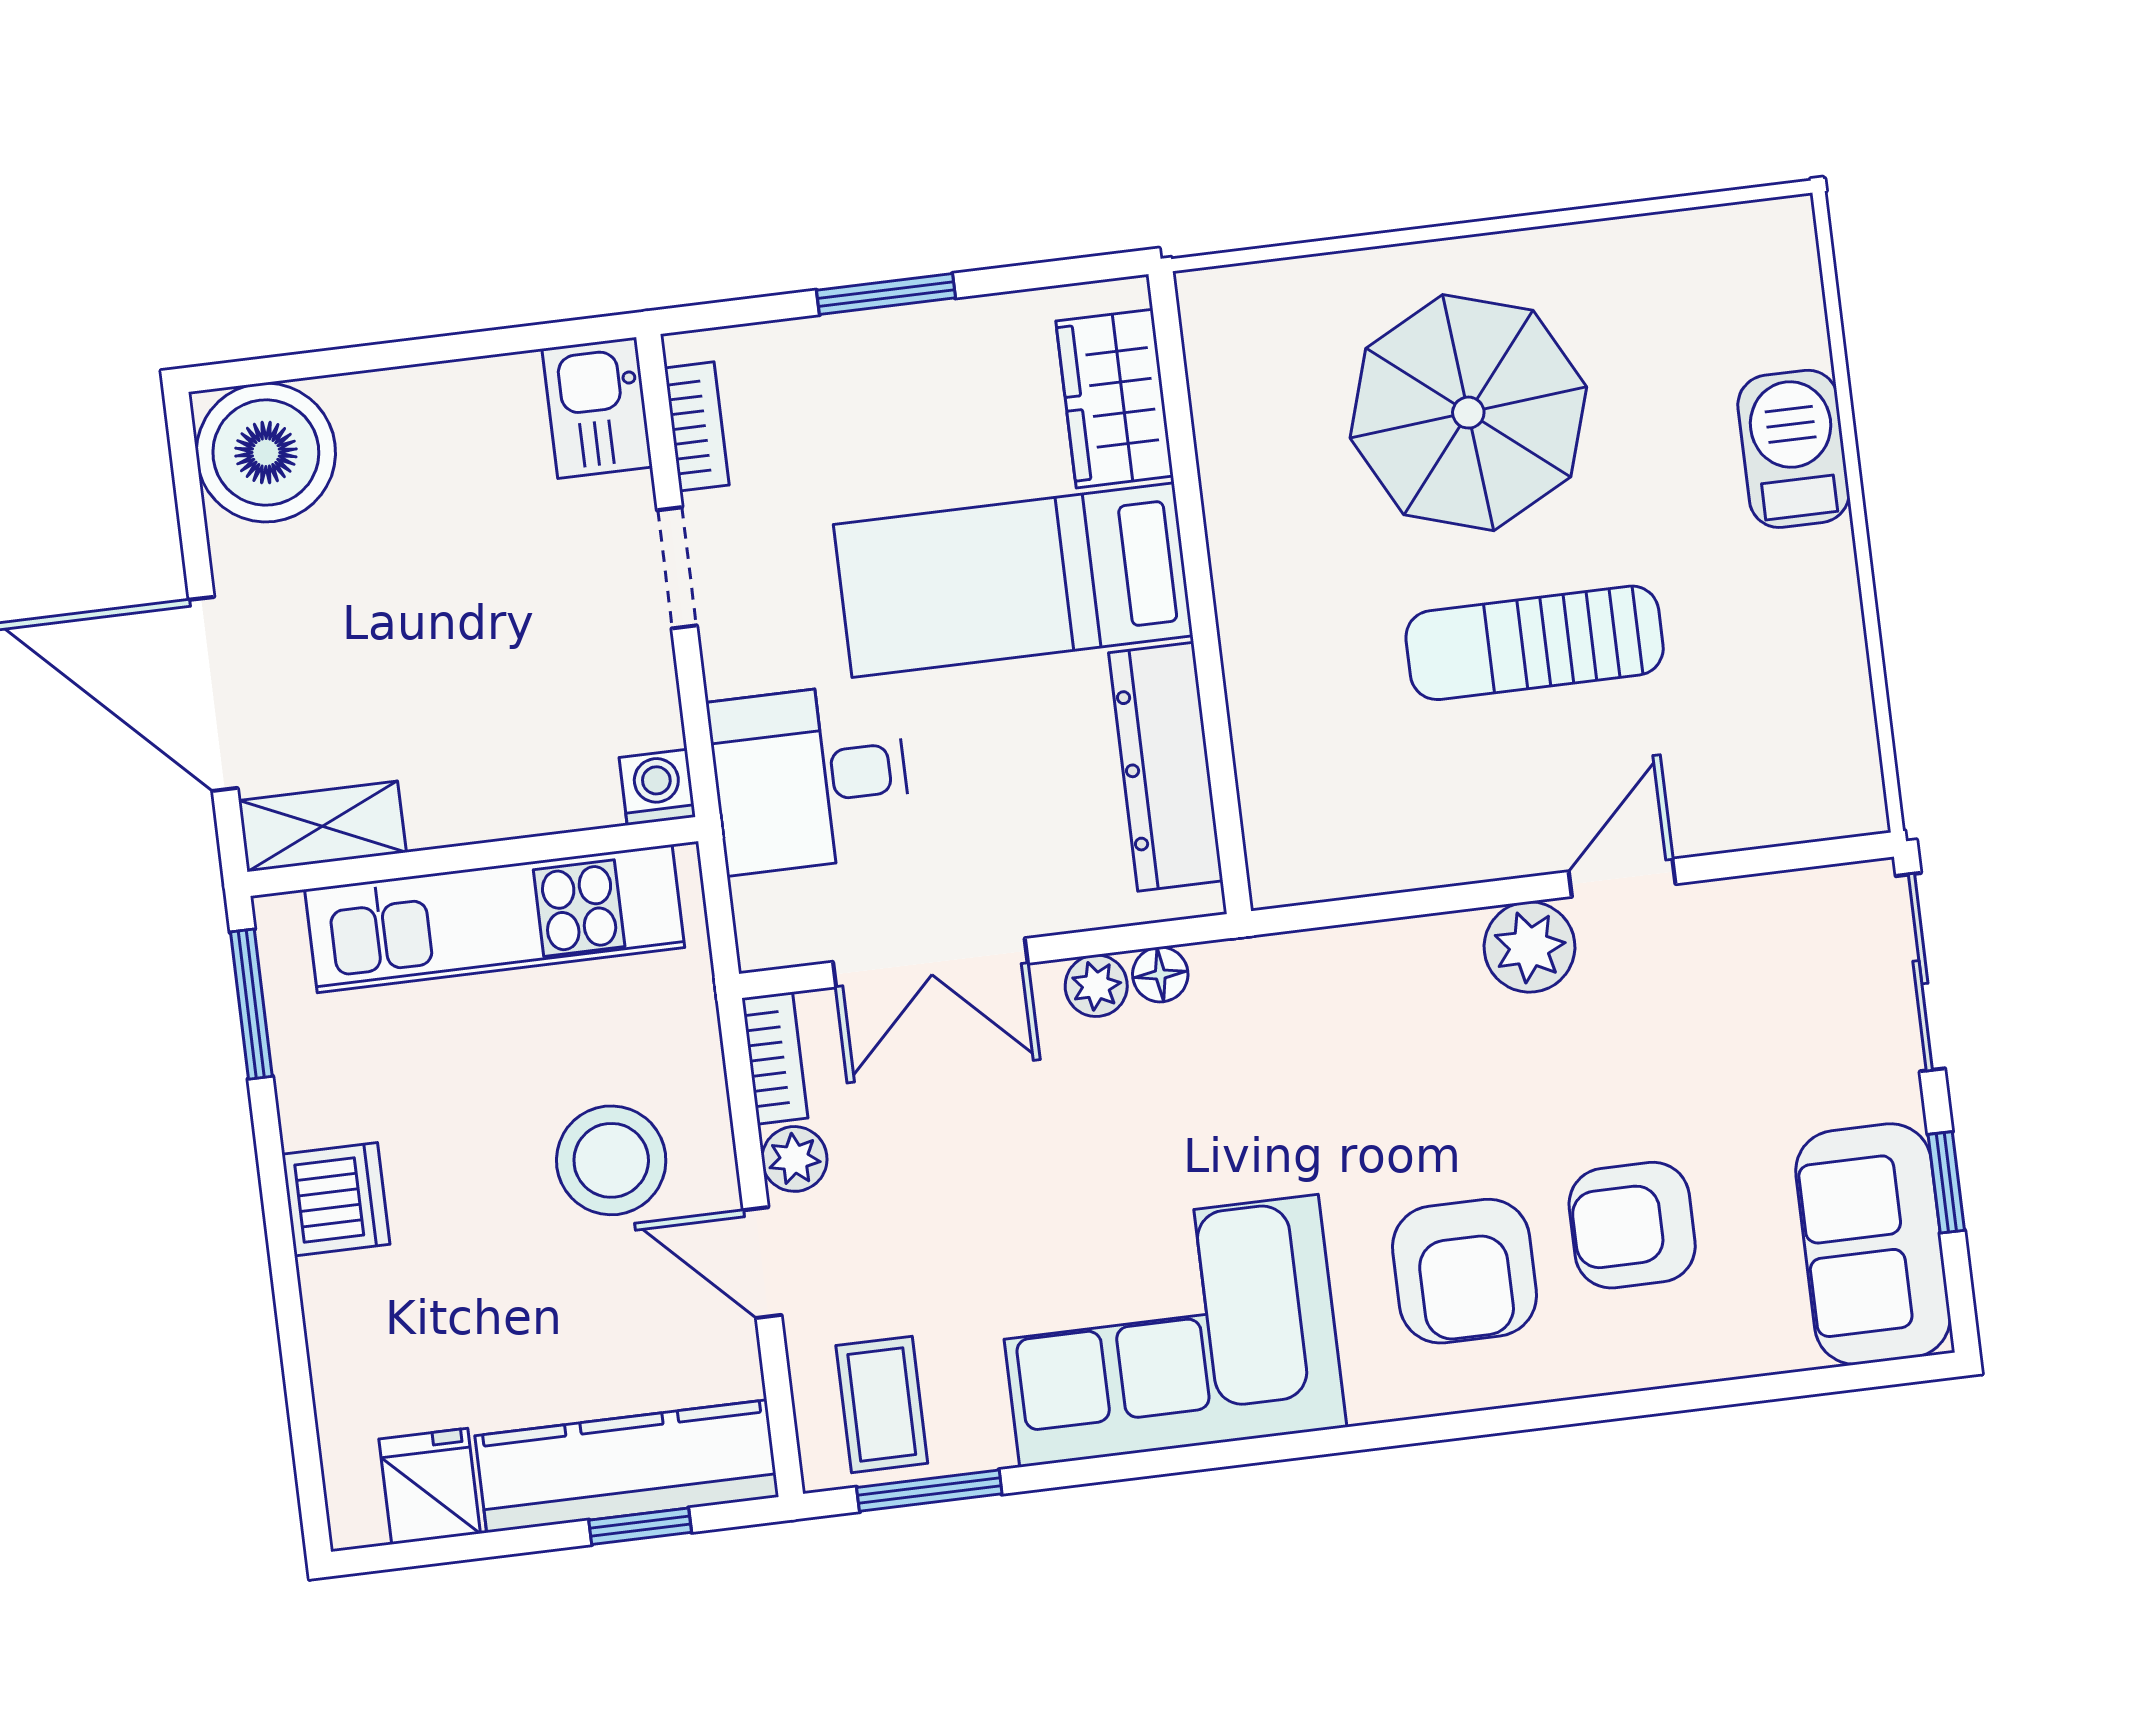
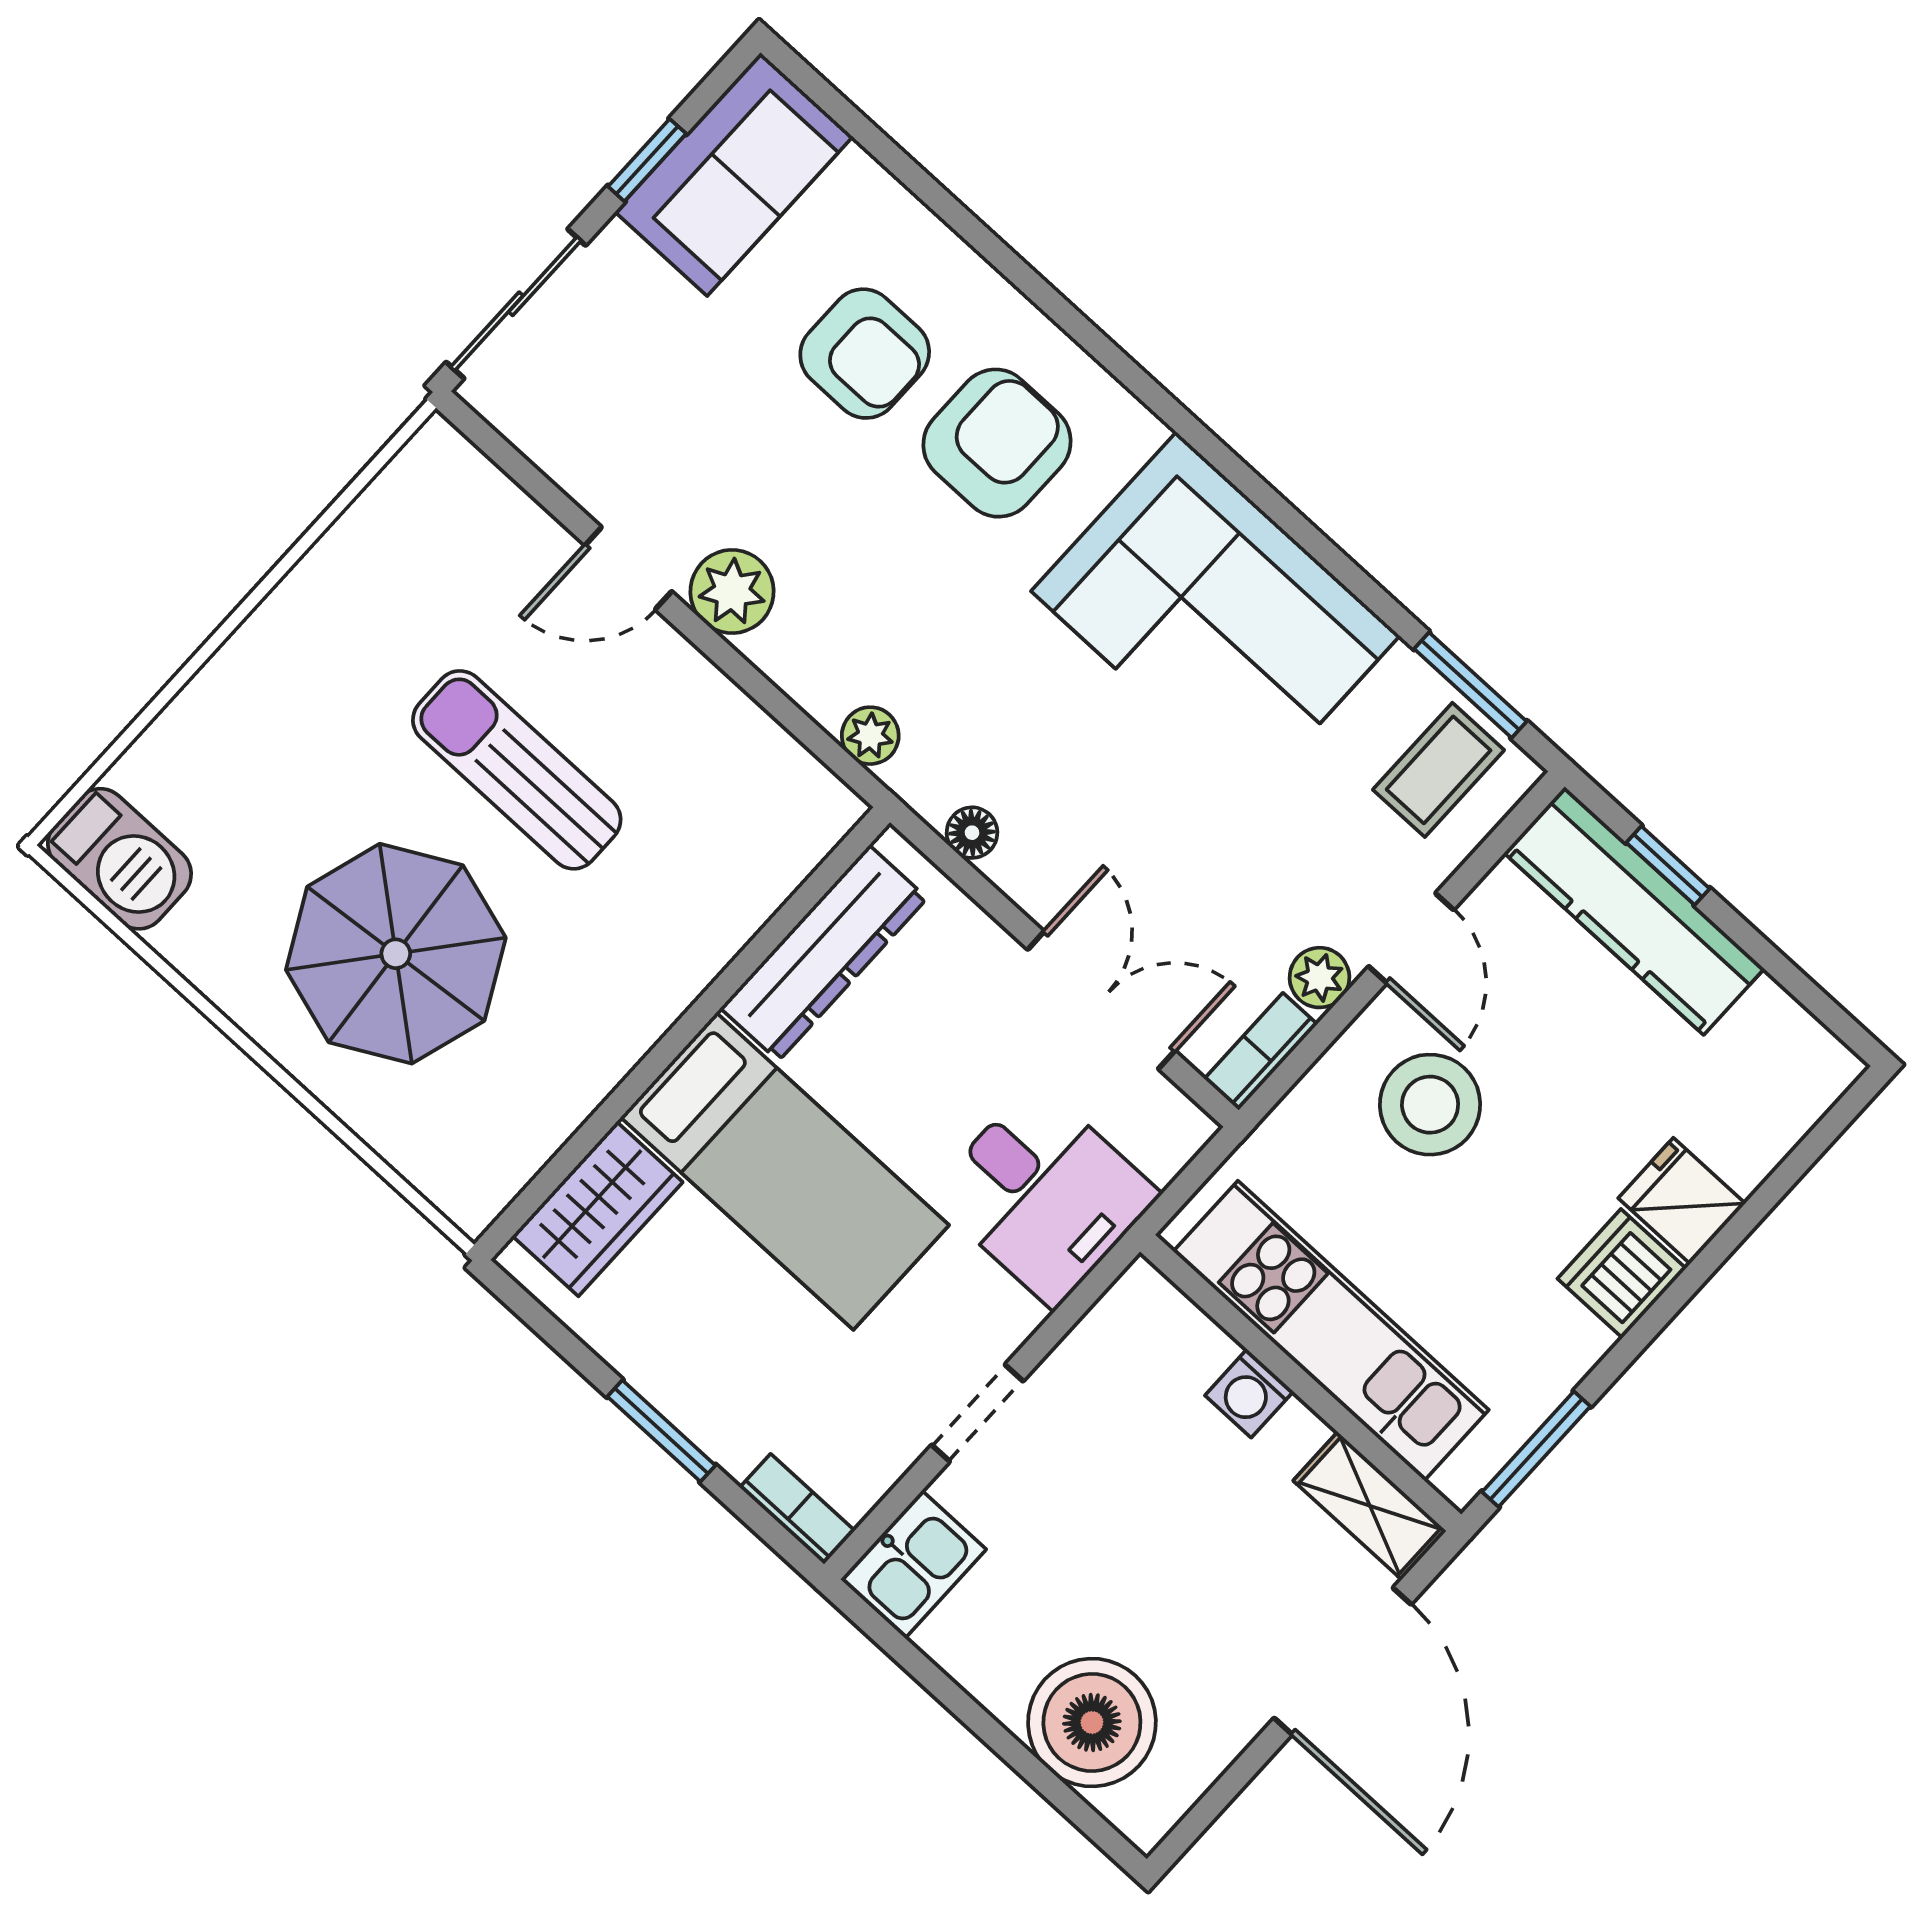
bookcase: (697, 426) -> (797, 1509), moved, turned 90
barbecue: (1794, 449) -> (119, 859), moved, turned -90
boiler: (266, 453) -> (1092, 1722), moved
sun lounger: (1535, 643) -> (517, 770), turned 180
washing machine: (657, 787) -> (1249, 1393), moved
plant: (1096, 986) -> (870, 736), moved
fridge: (430, 1486) -> (1682, 1201), moved, turned 90

